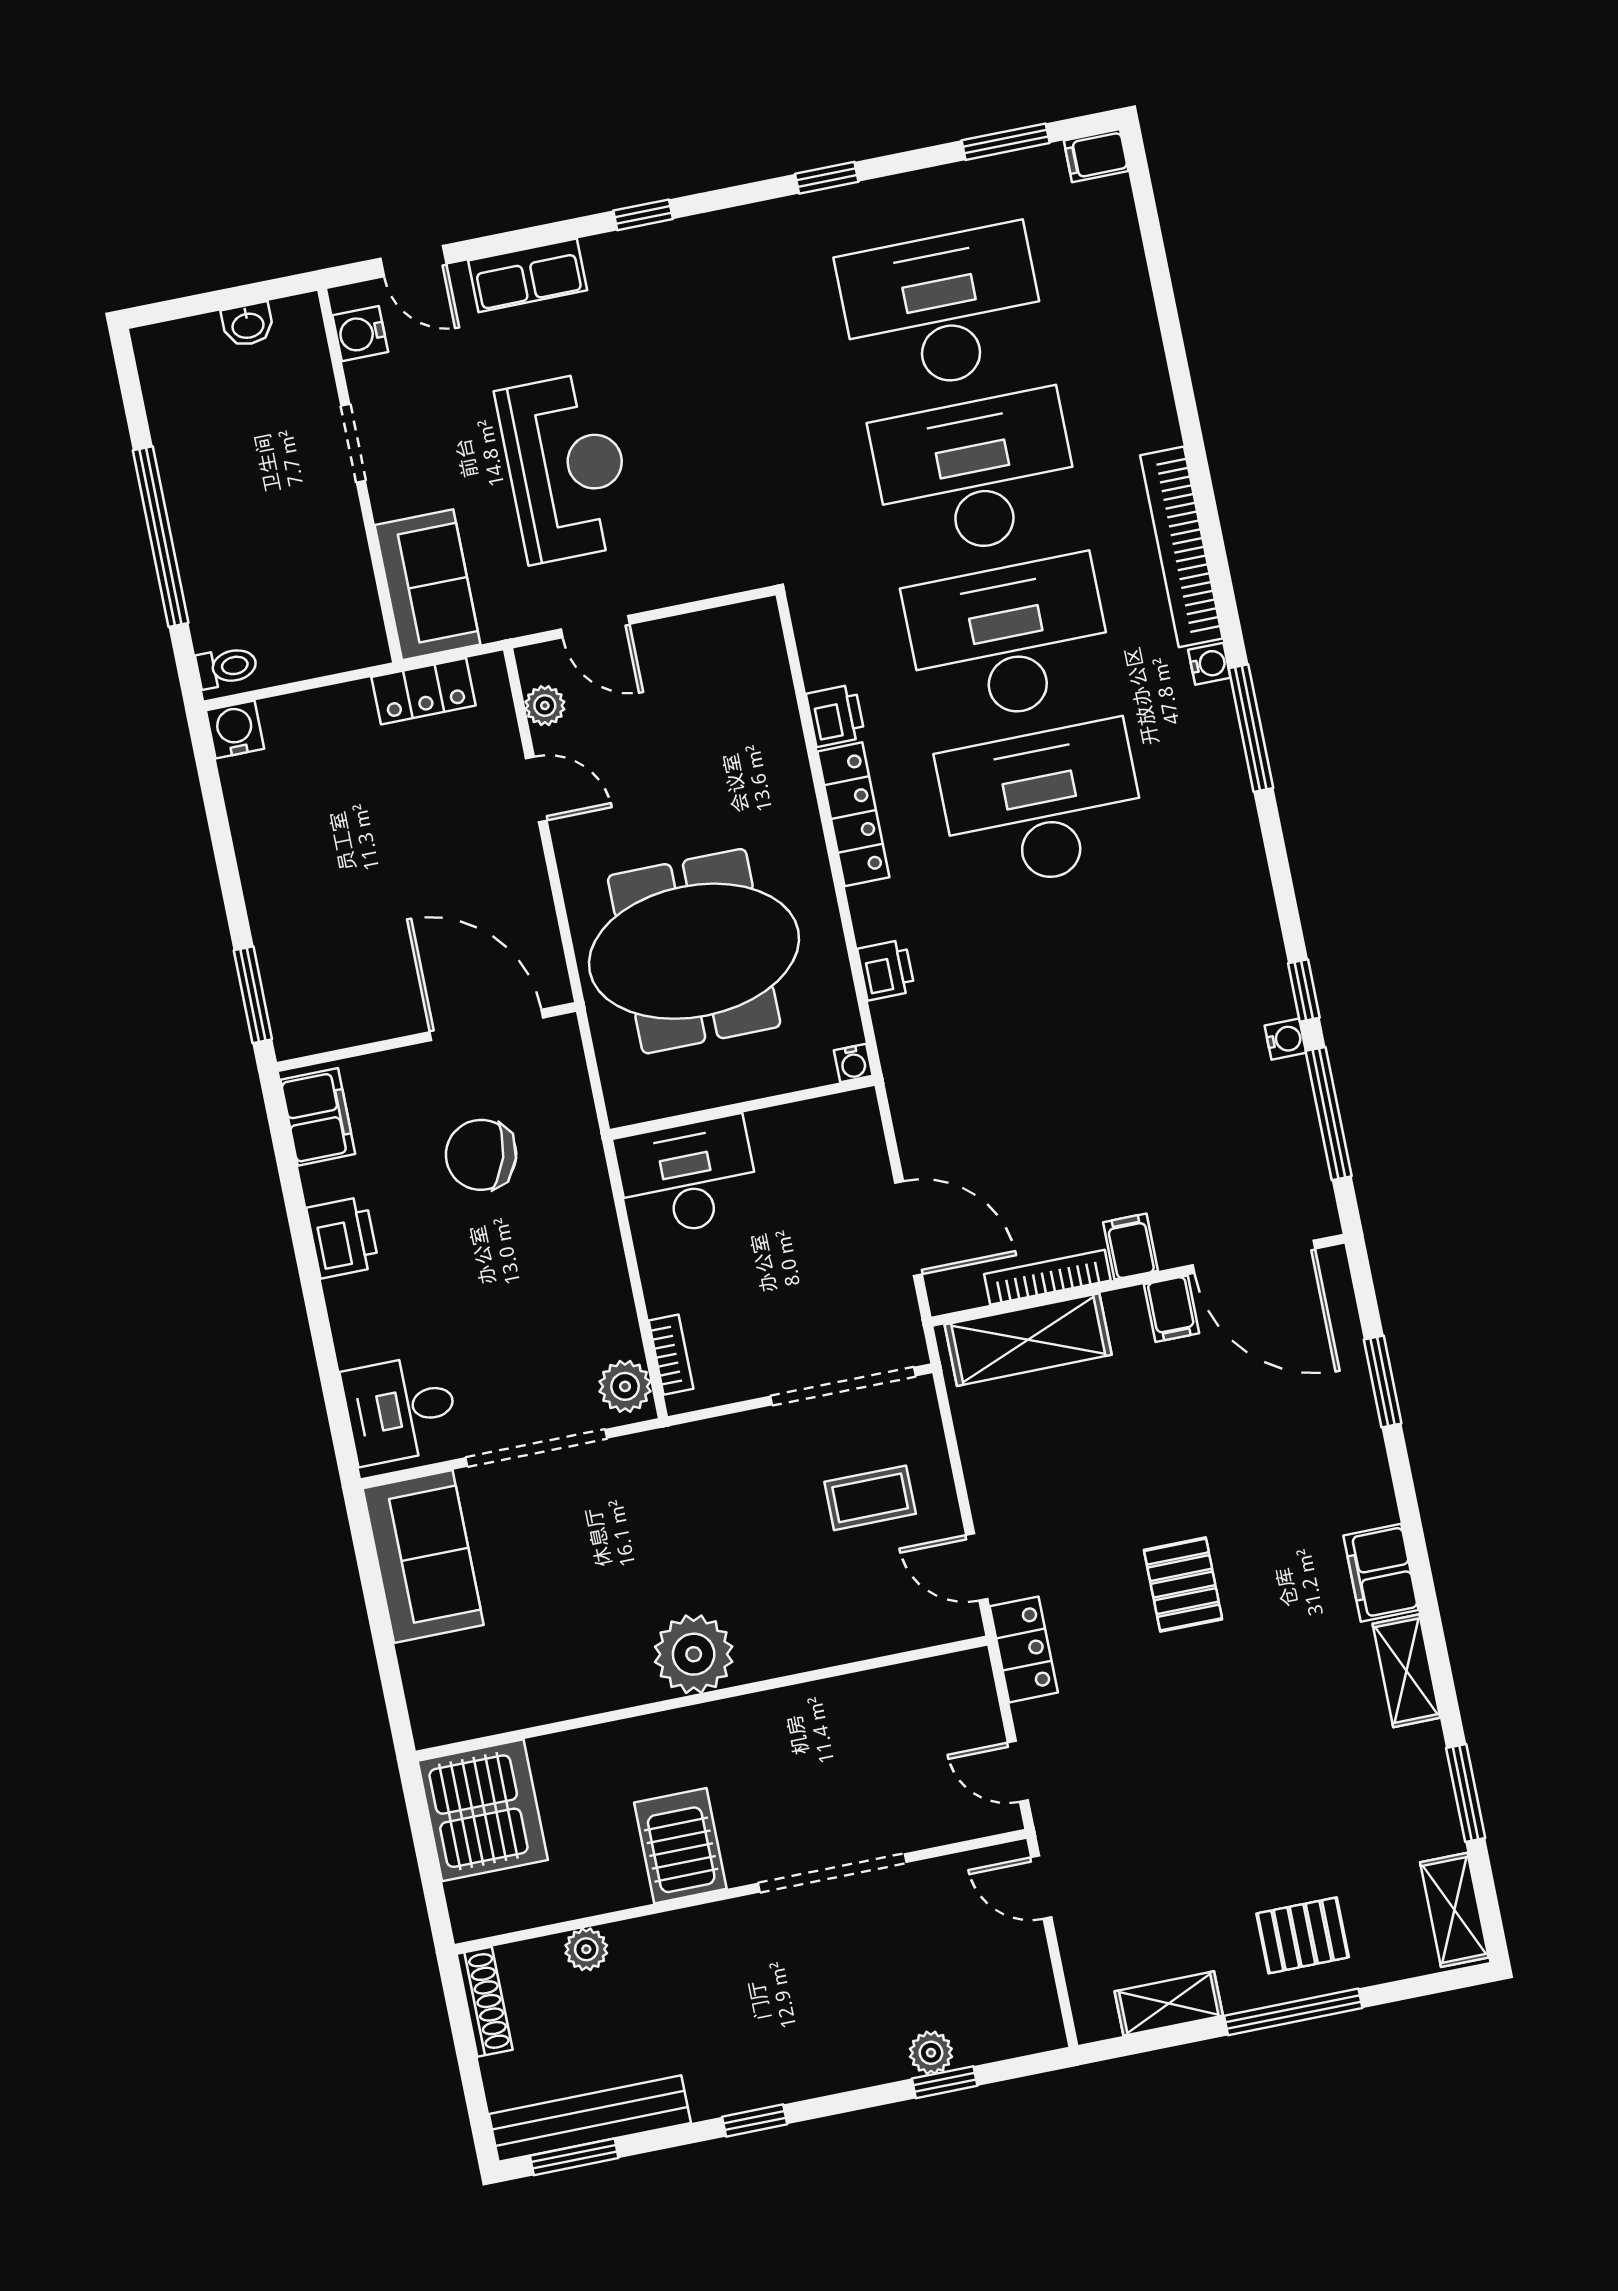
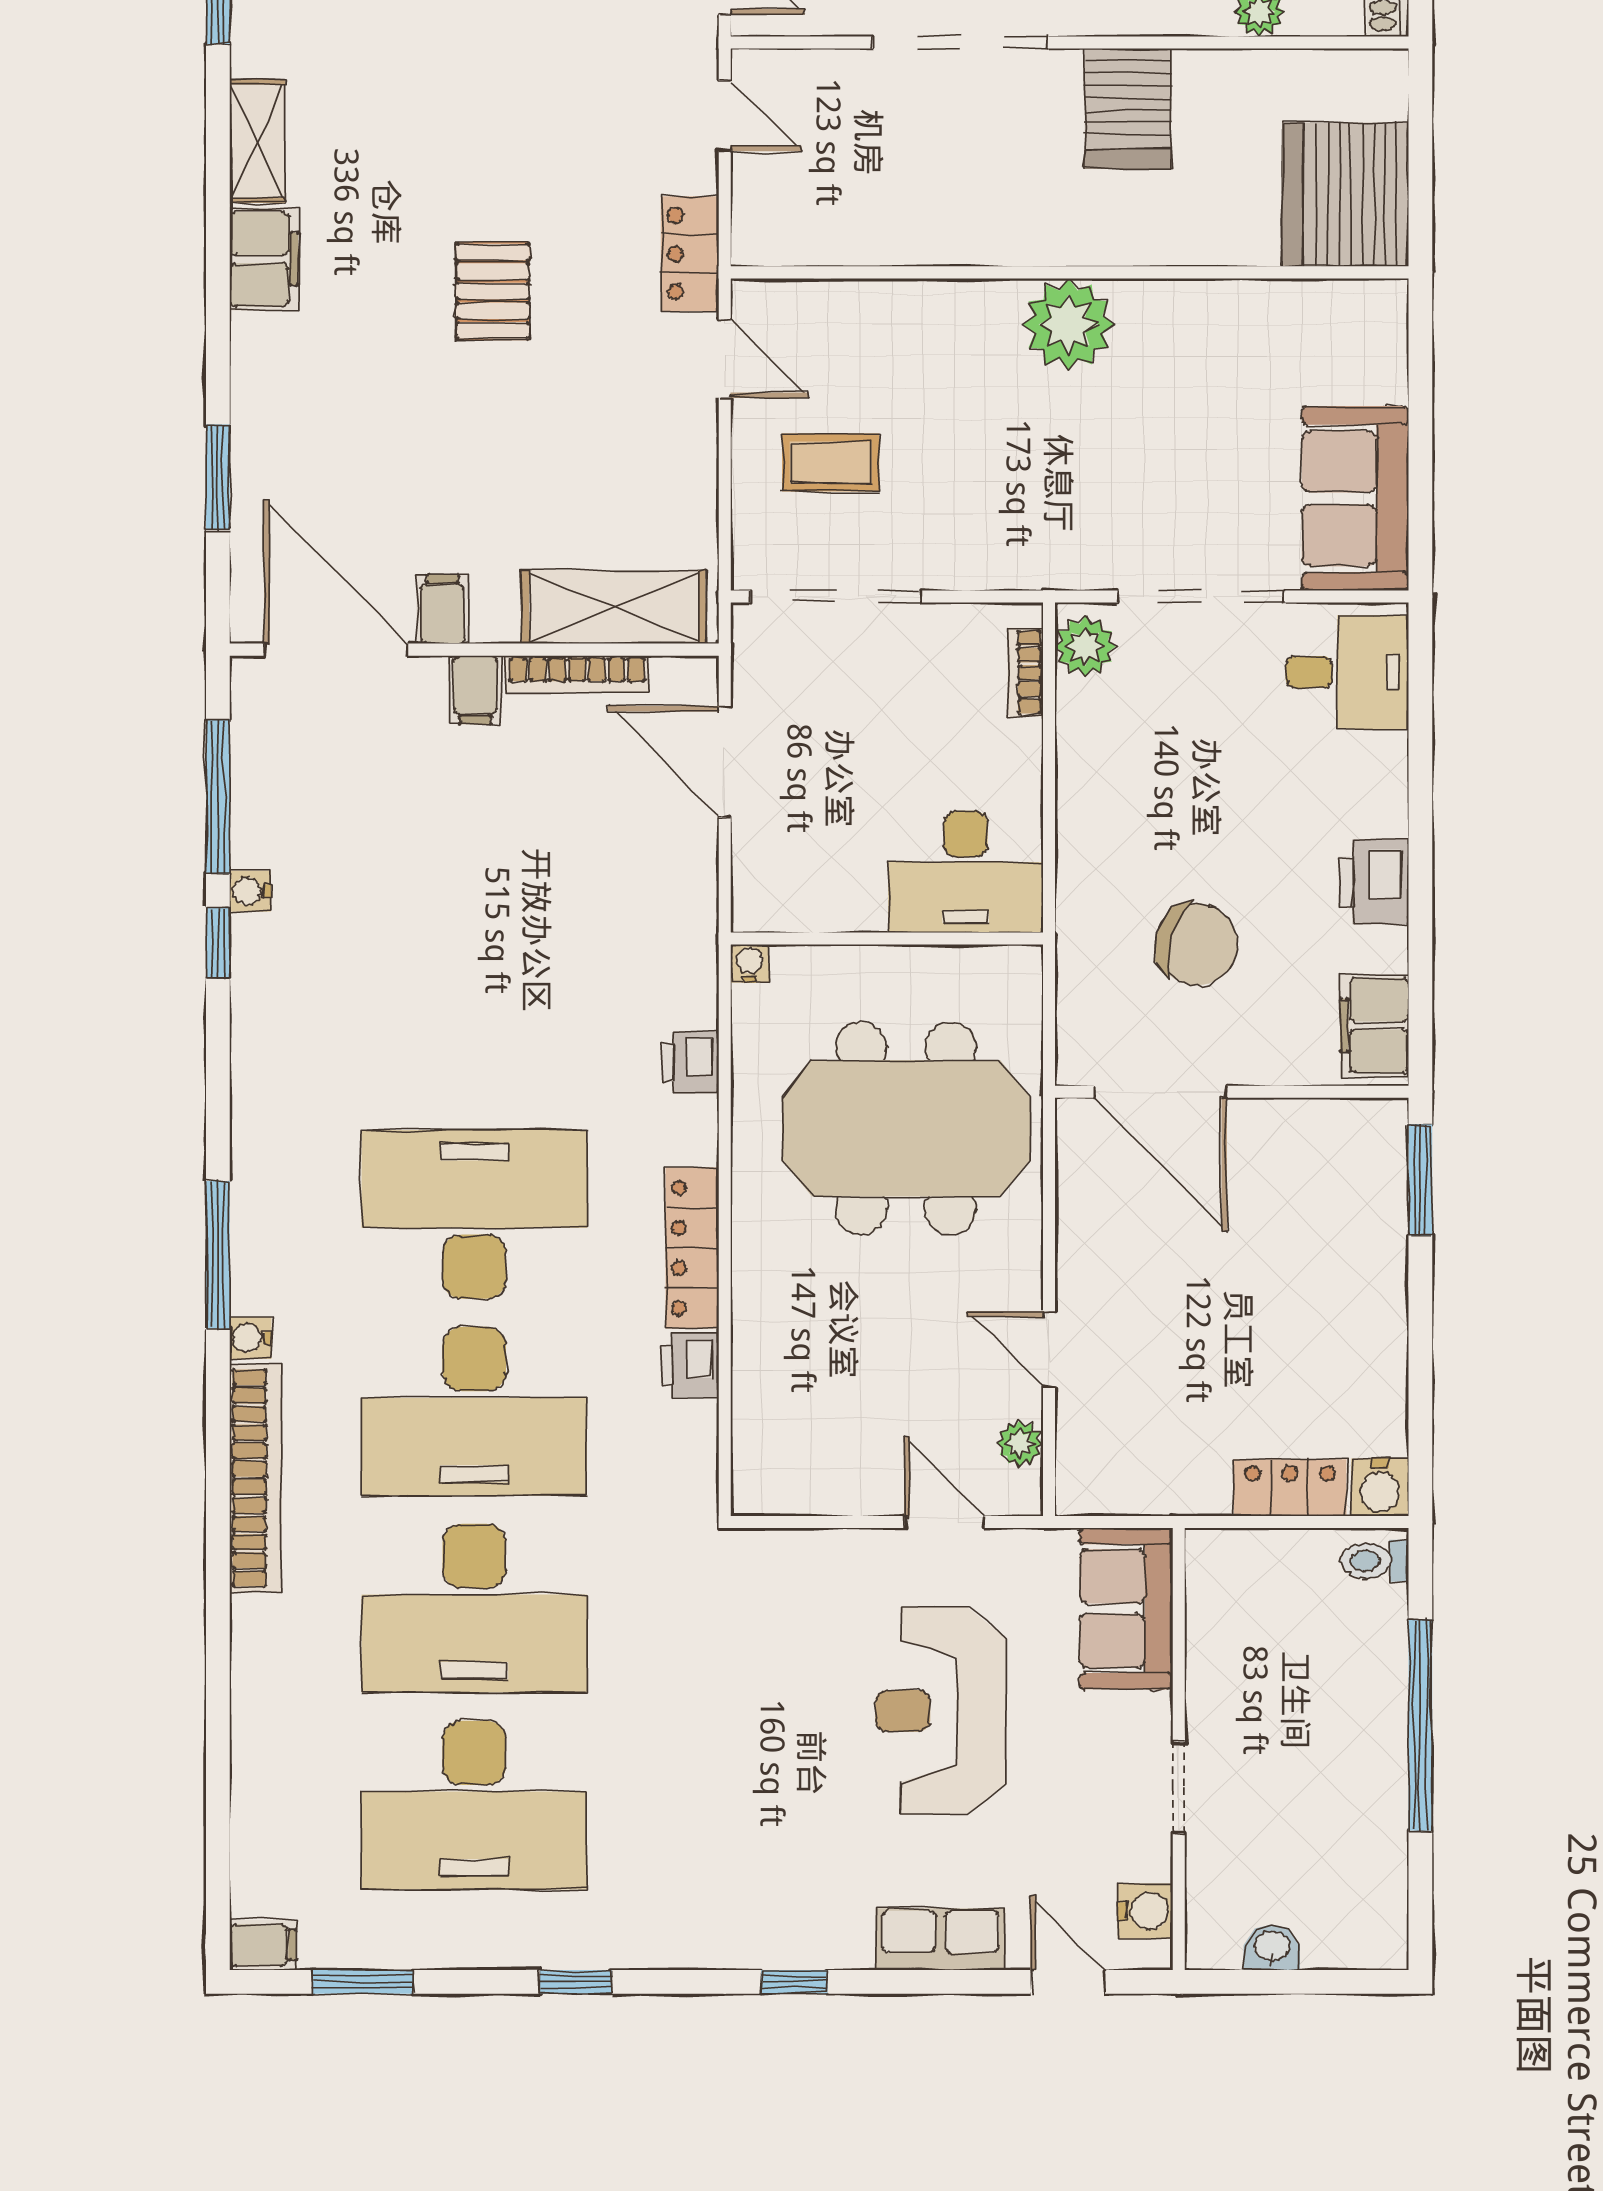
locker: (424, 691) -> (1290, 1488), moved
desk: (1042, 806) -> (474, 1214), turned 180

